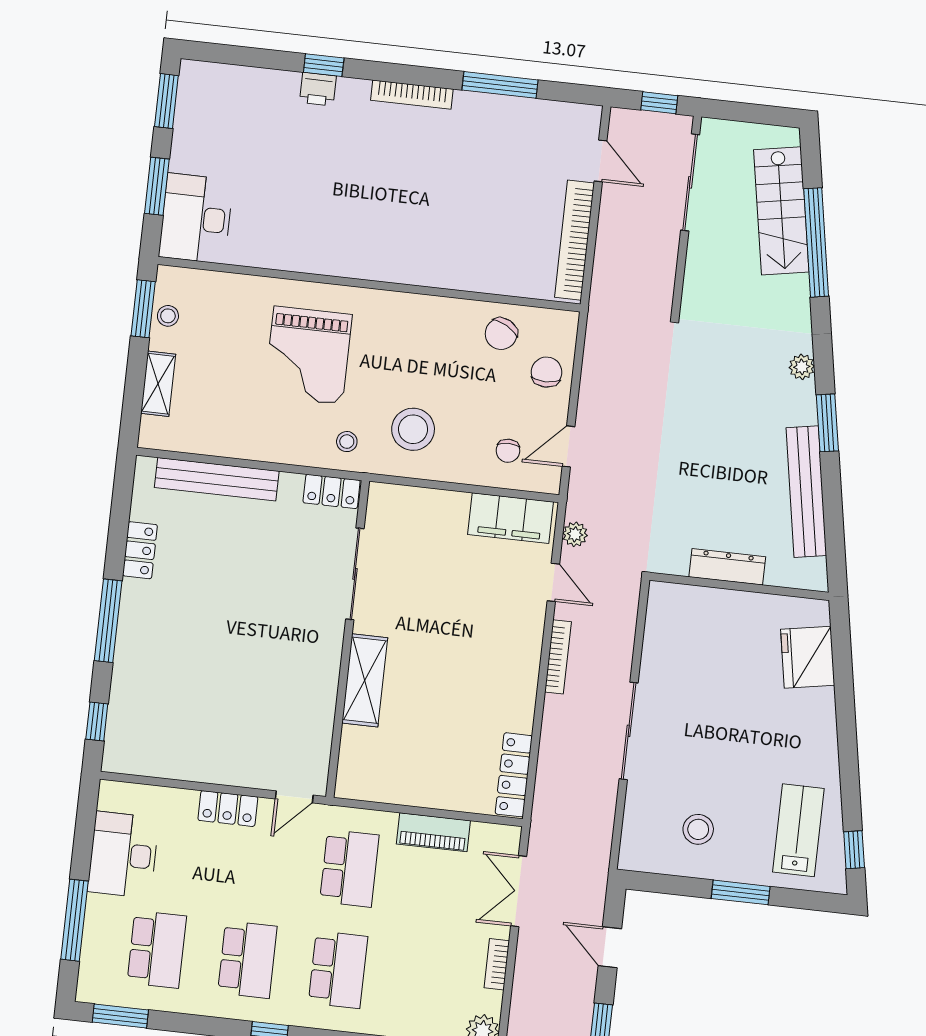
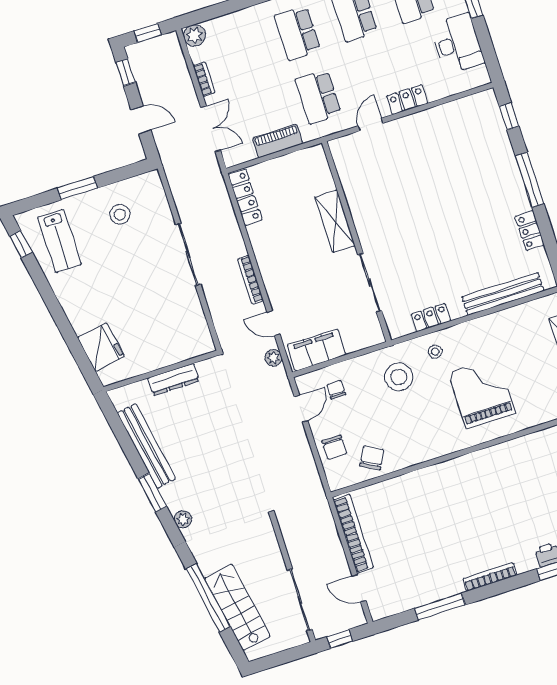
sliding door: (355, 574) -> (370, 283), moved
wall: (348, 639) -> (357, 242), moved
shelving: (365, 680) -> (335, 221), moved

